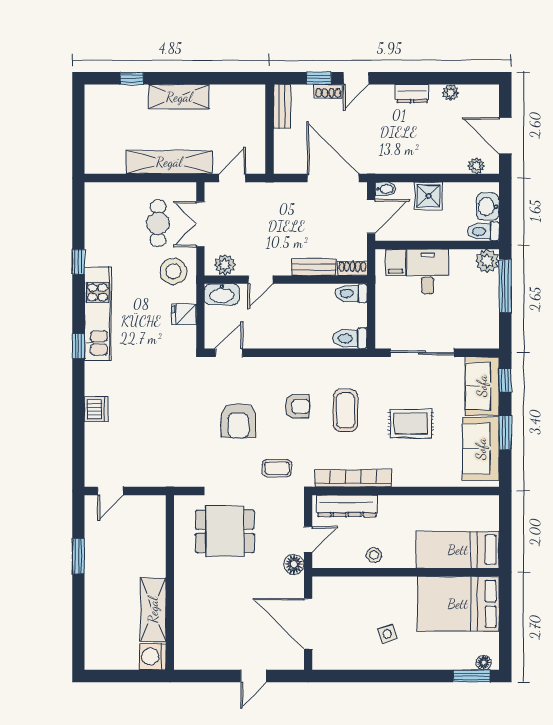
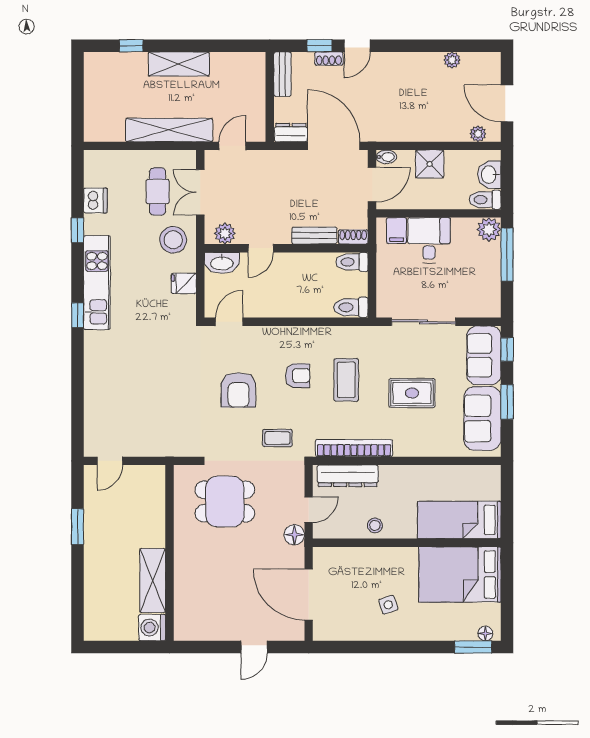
dresser: (412, 94) -> (291, 133), moved, turned 180
dishwasher: (96, 409) -> (95, 200), moved

